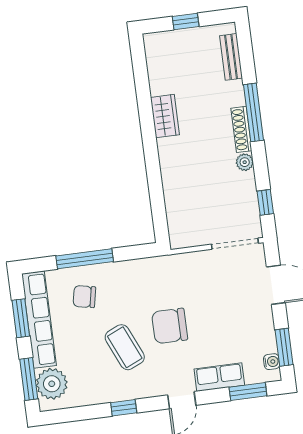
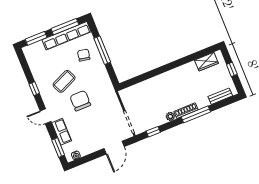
wardrobe: (165, 116) -> (206, 62), moved
window: (21, 318) -> (65, 27), width x1.44
window: (284, 347) -> (85, 160), removed
plant: (52, 384) -> (37, 50), removed

